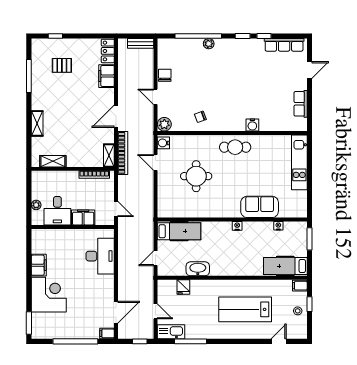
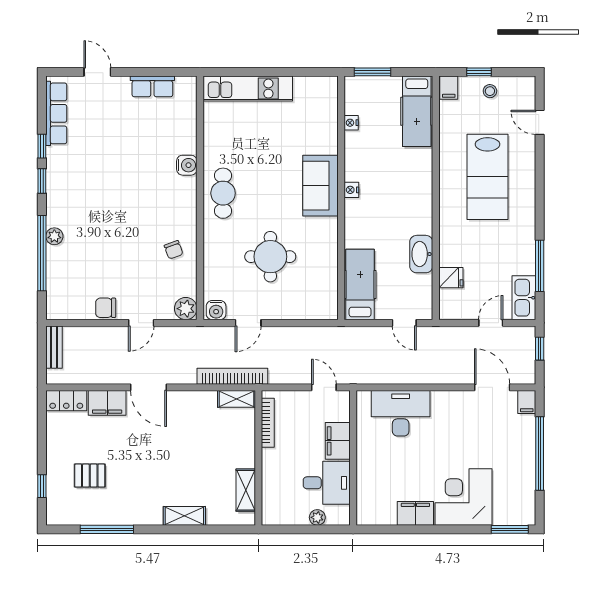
pallet: (62, 65) -> (90, 476), turned 90
door: (116, 116) -> (148, 387), moved
sofa: (260, 207) -> (320, 186), moved
door: (116, 209) -> (324, 387), hinge flipped

